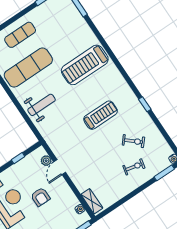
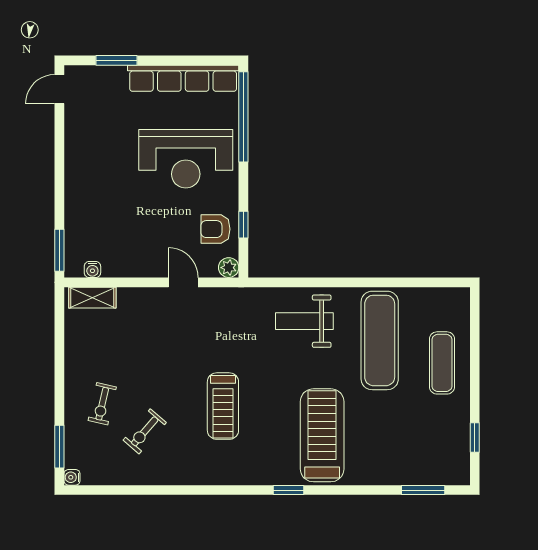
window: (145, 104) -> (288, 490), moved
weight bench: (42, 105) -> (304, 321), turned 90
plant: (46, 161) -> (229, 268), moved
armchair: (40, 197) -> (215, 229), moved

